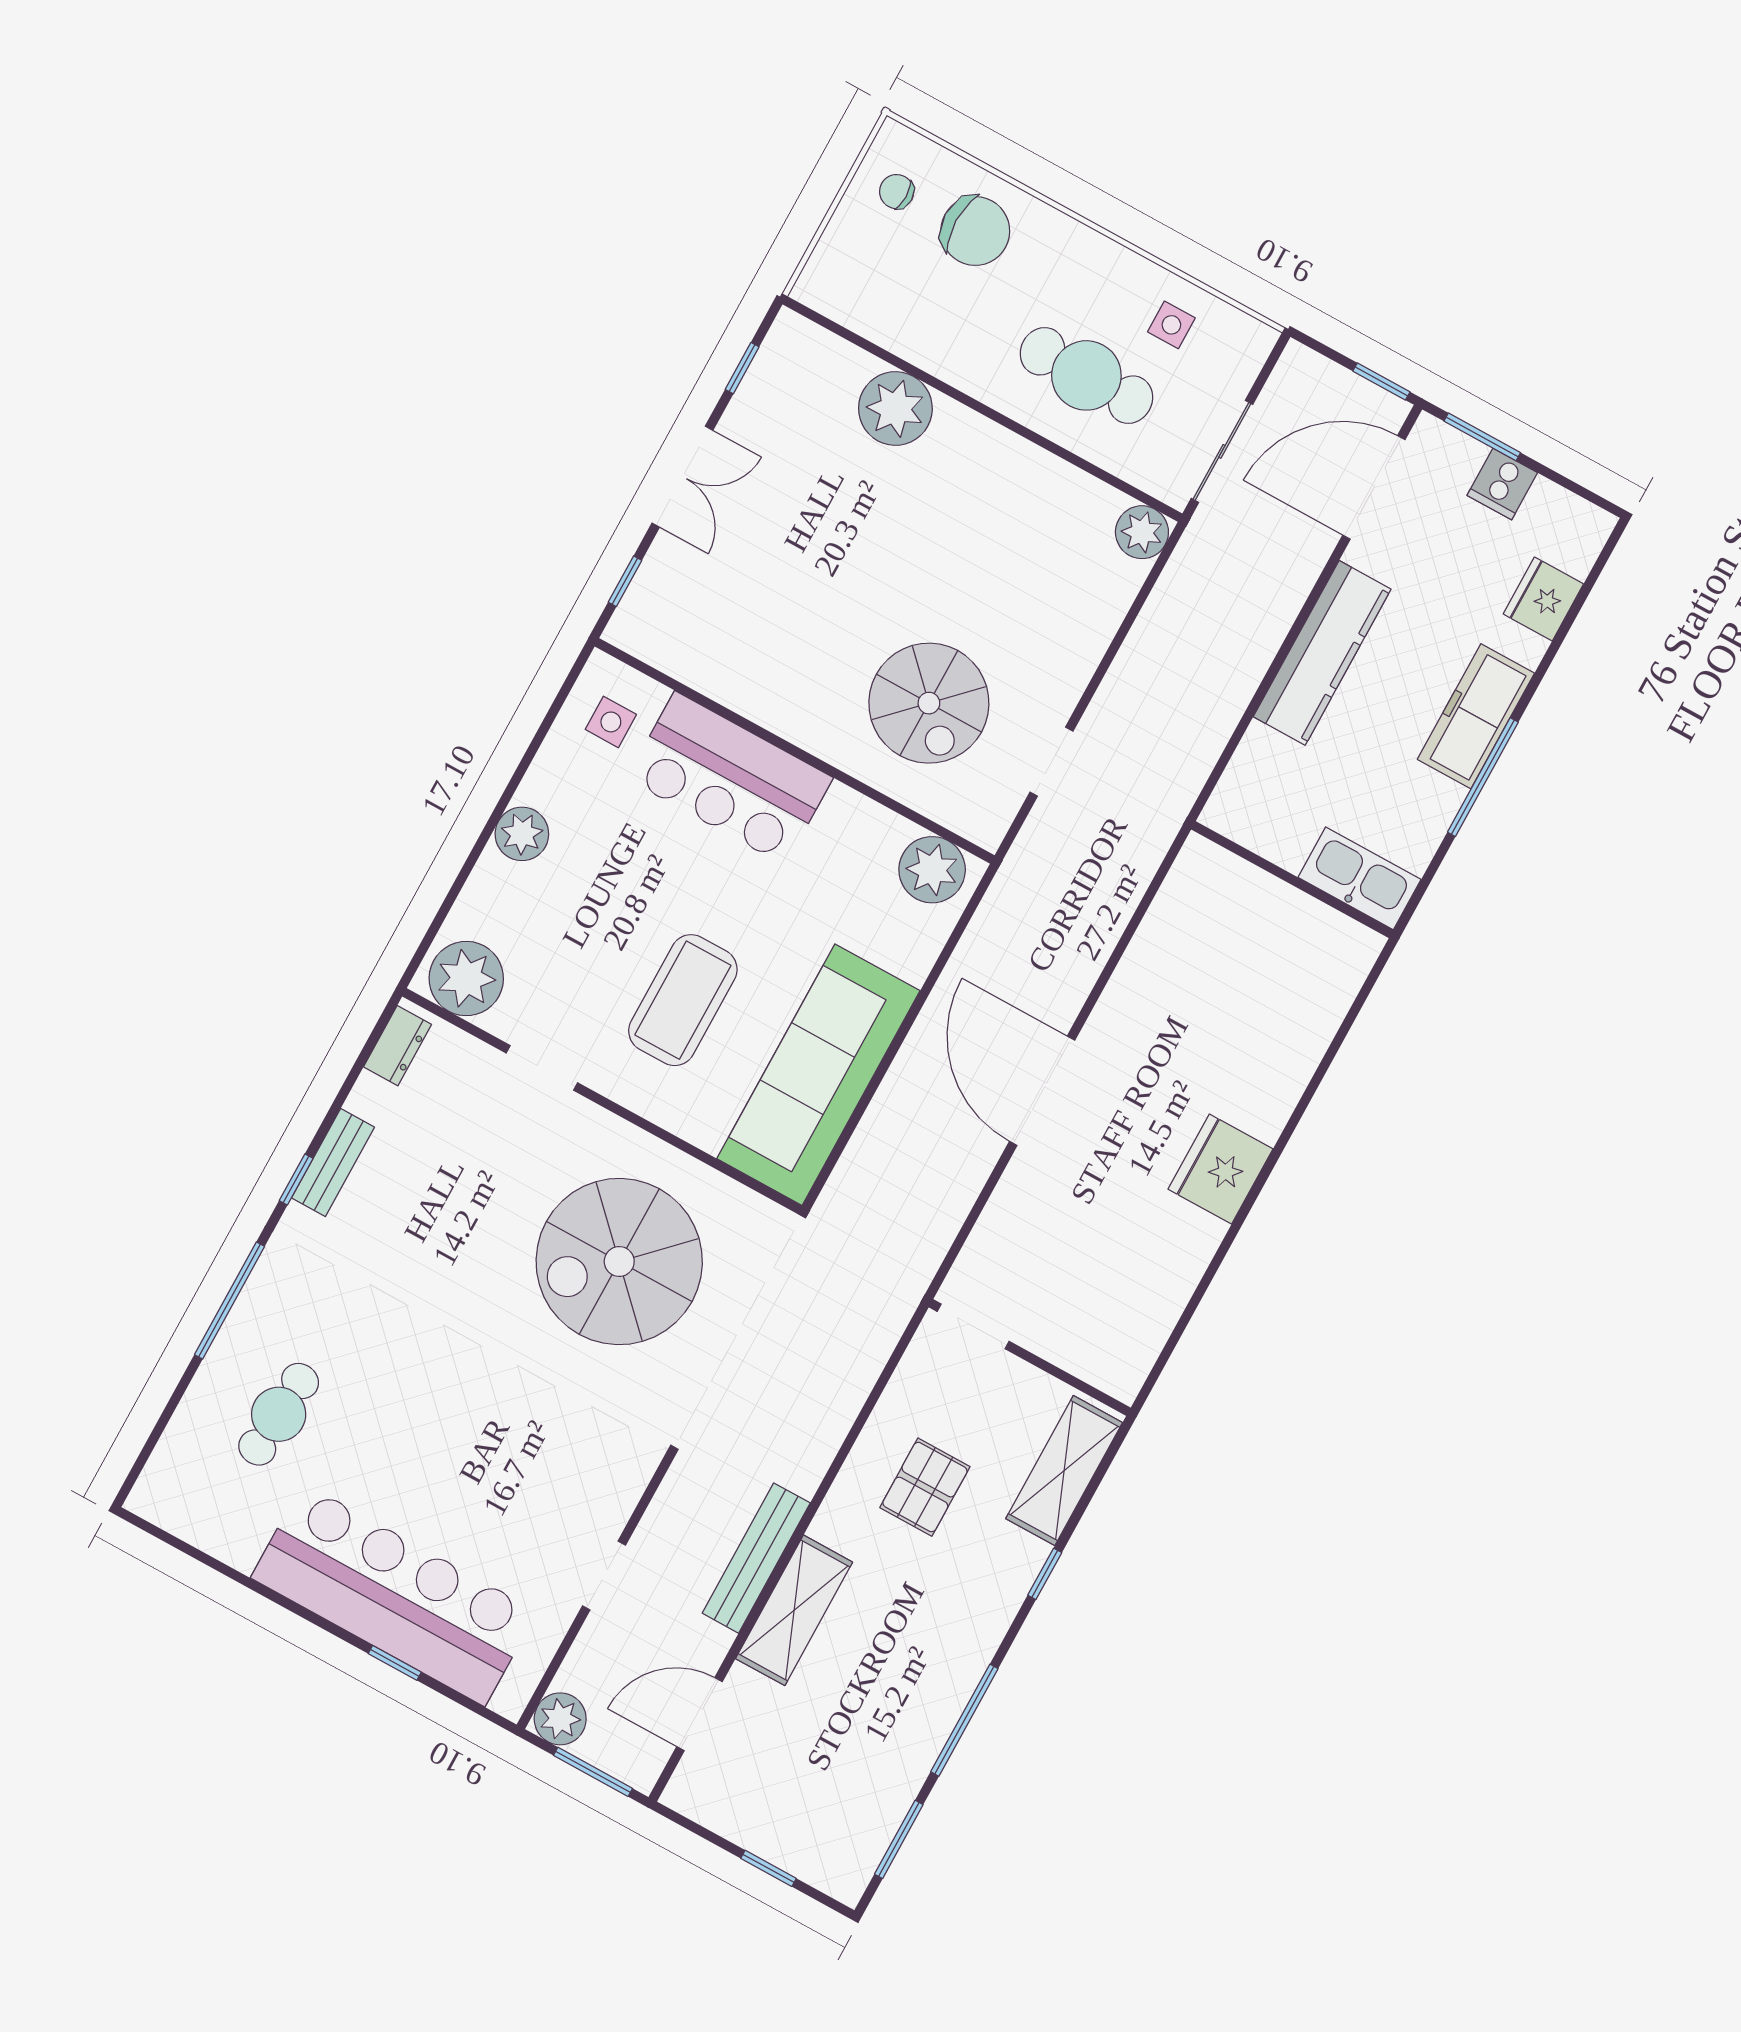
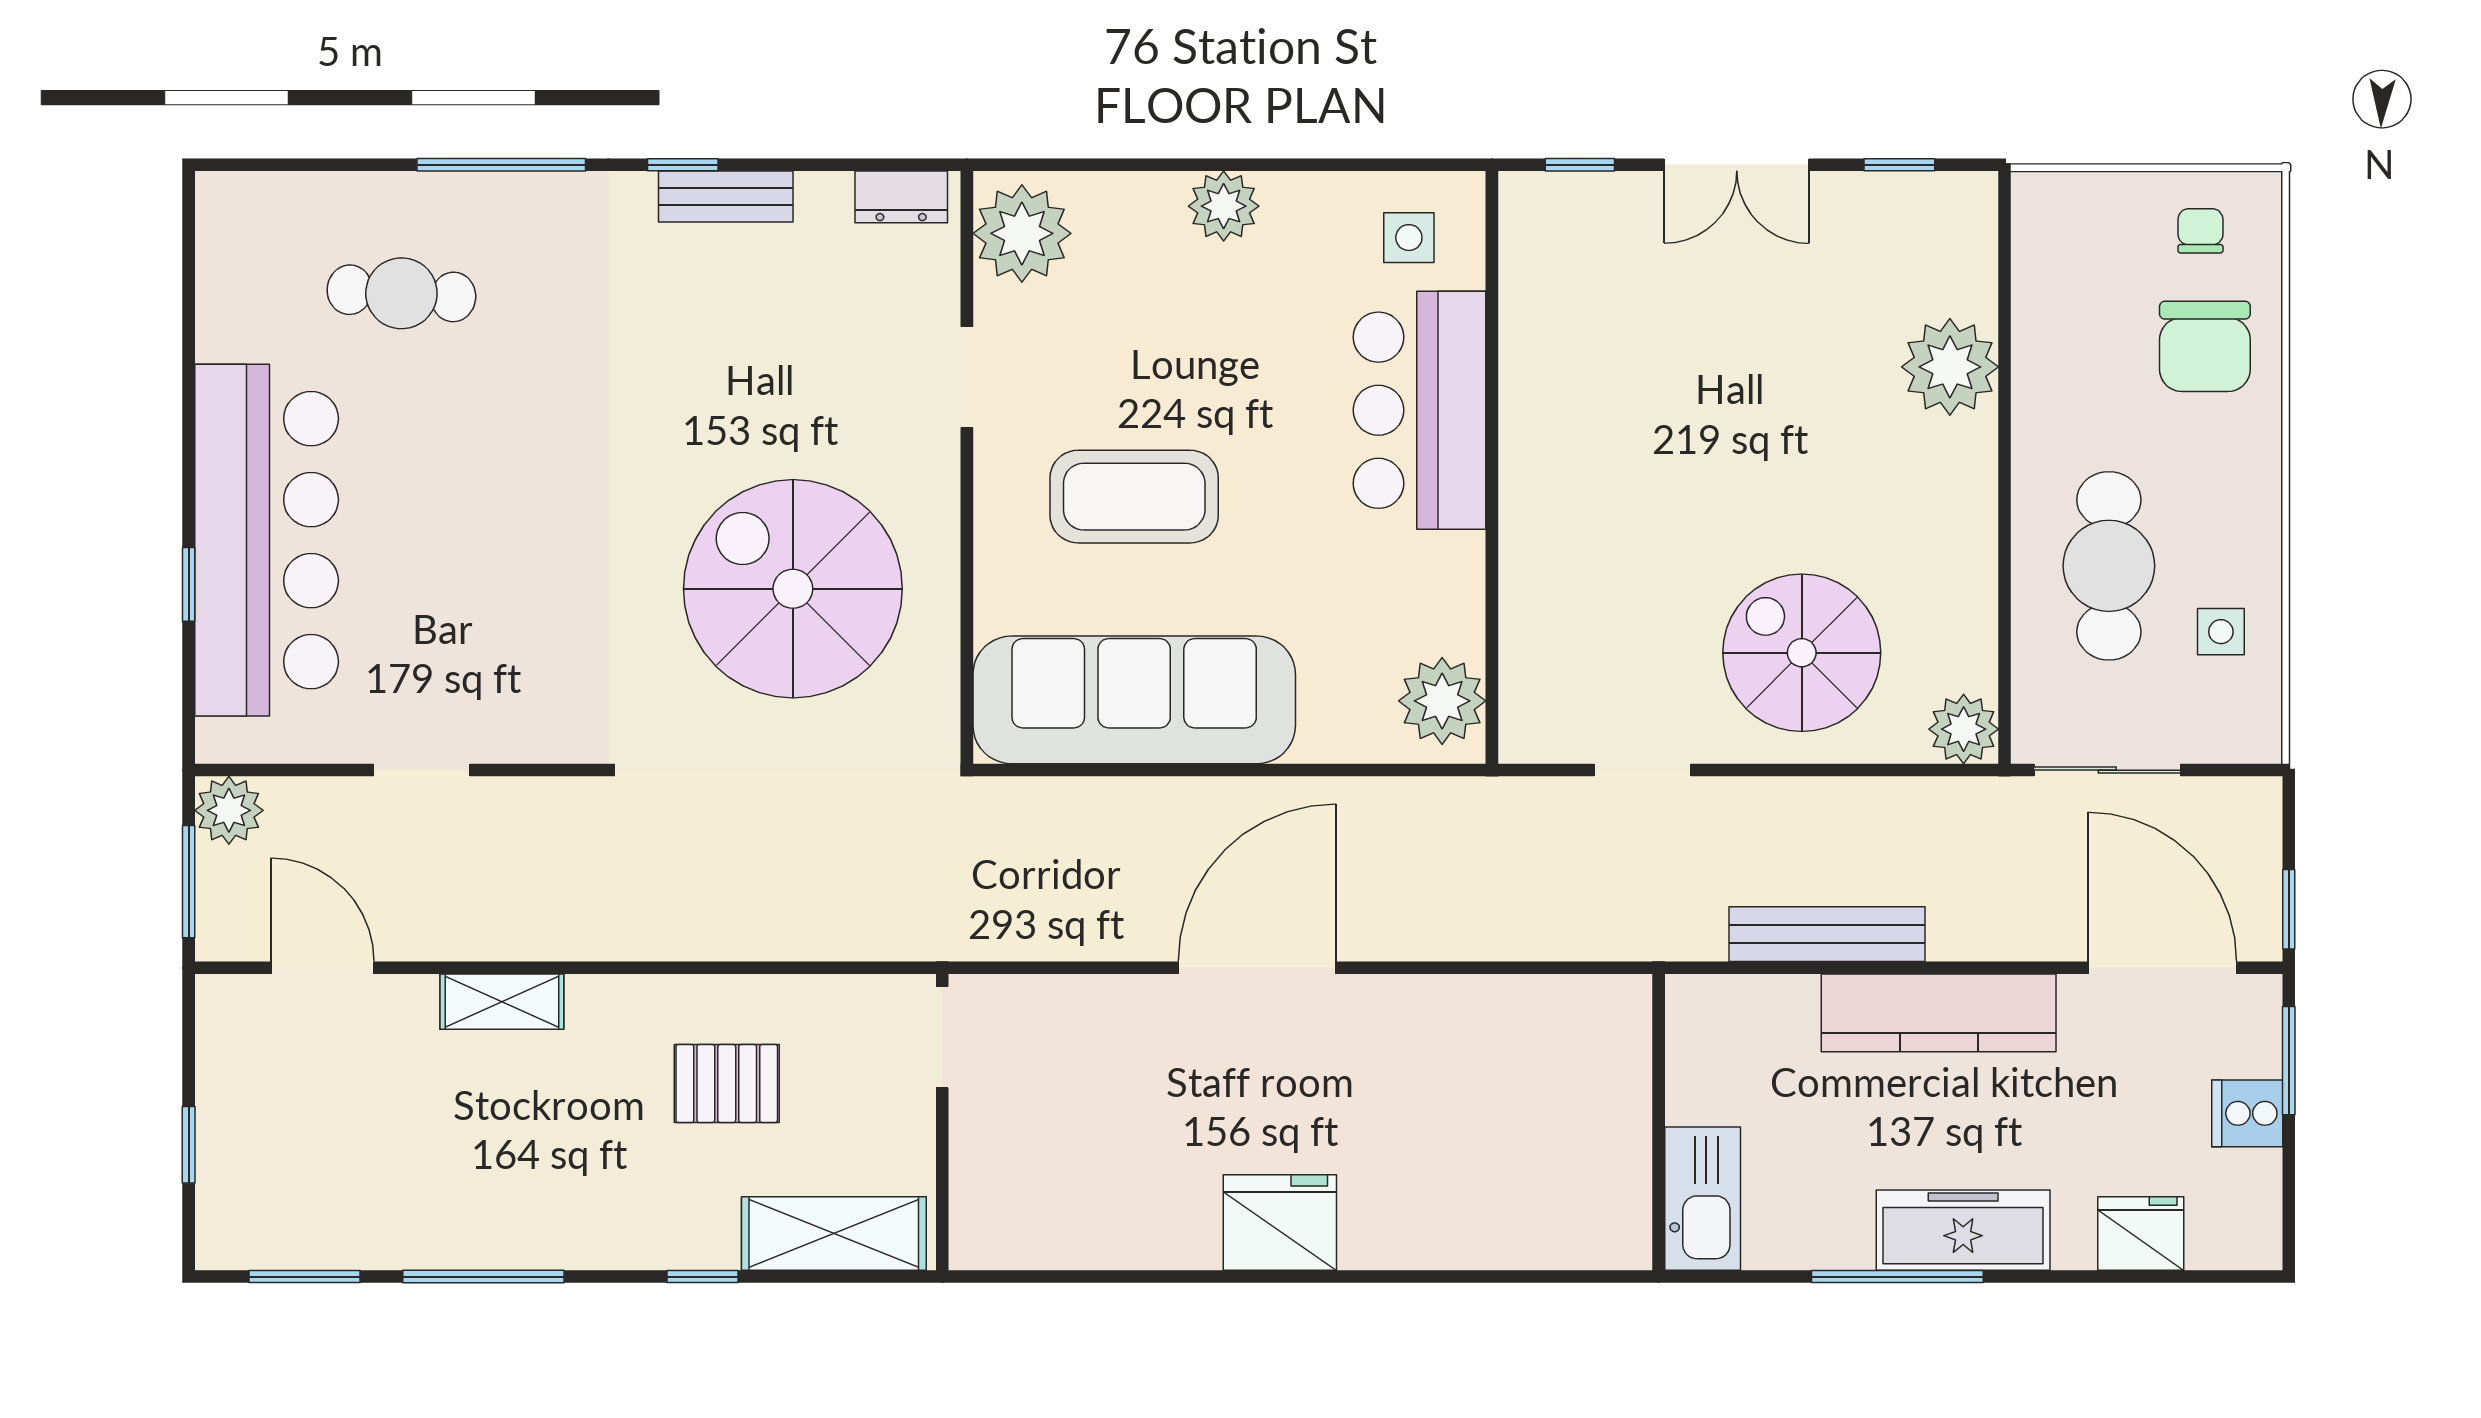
spiral stairs: (929, 703) -> (1802, 653), moved, turned 90
bench: (756, 1558) -> (1827, 934), moved
shelving: (794, 1610) -> (502, 1002), width x0.67, depth x0.75

